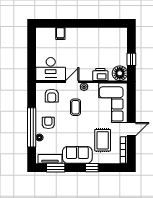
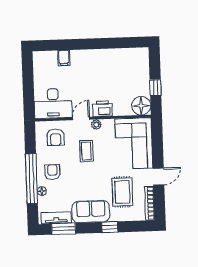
printer: (100, 74) -> (102, 109), moved

